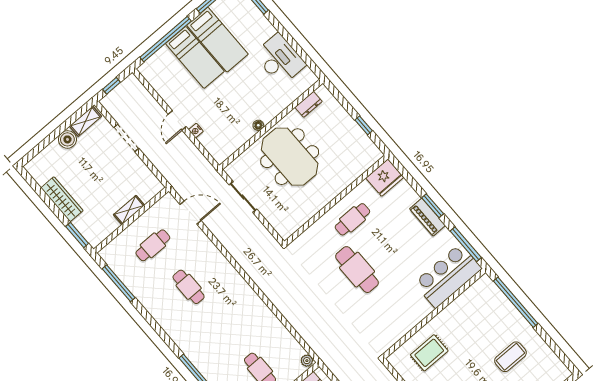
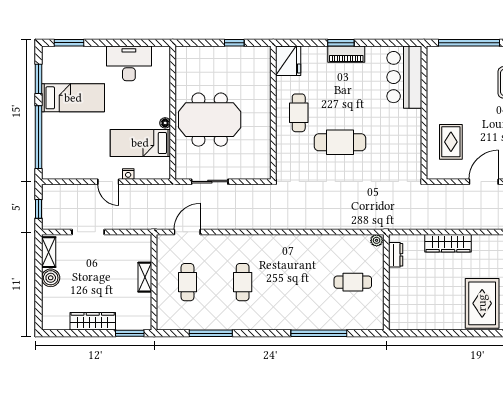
bed: (195, 57) -> (140, 143), moved, turned 180
dresser: (309, 104) -> (182, 71), removed
window: (466, 244) -> (392, 43), removed
window: (119, 283) -> (211, 333), moved
cafe table: (189, 287) -> (243, 282), turned 90

